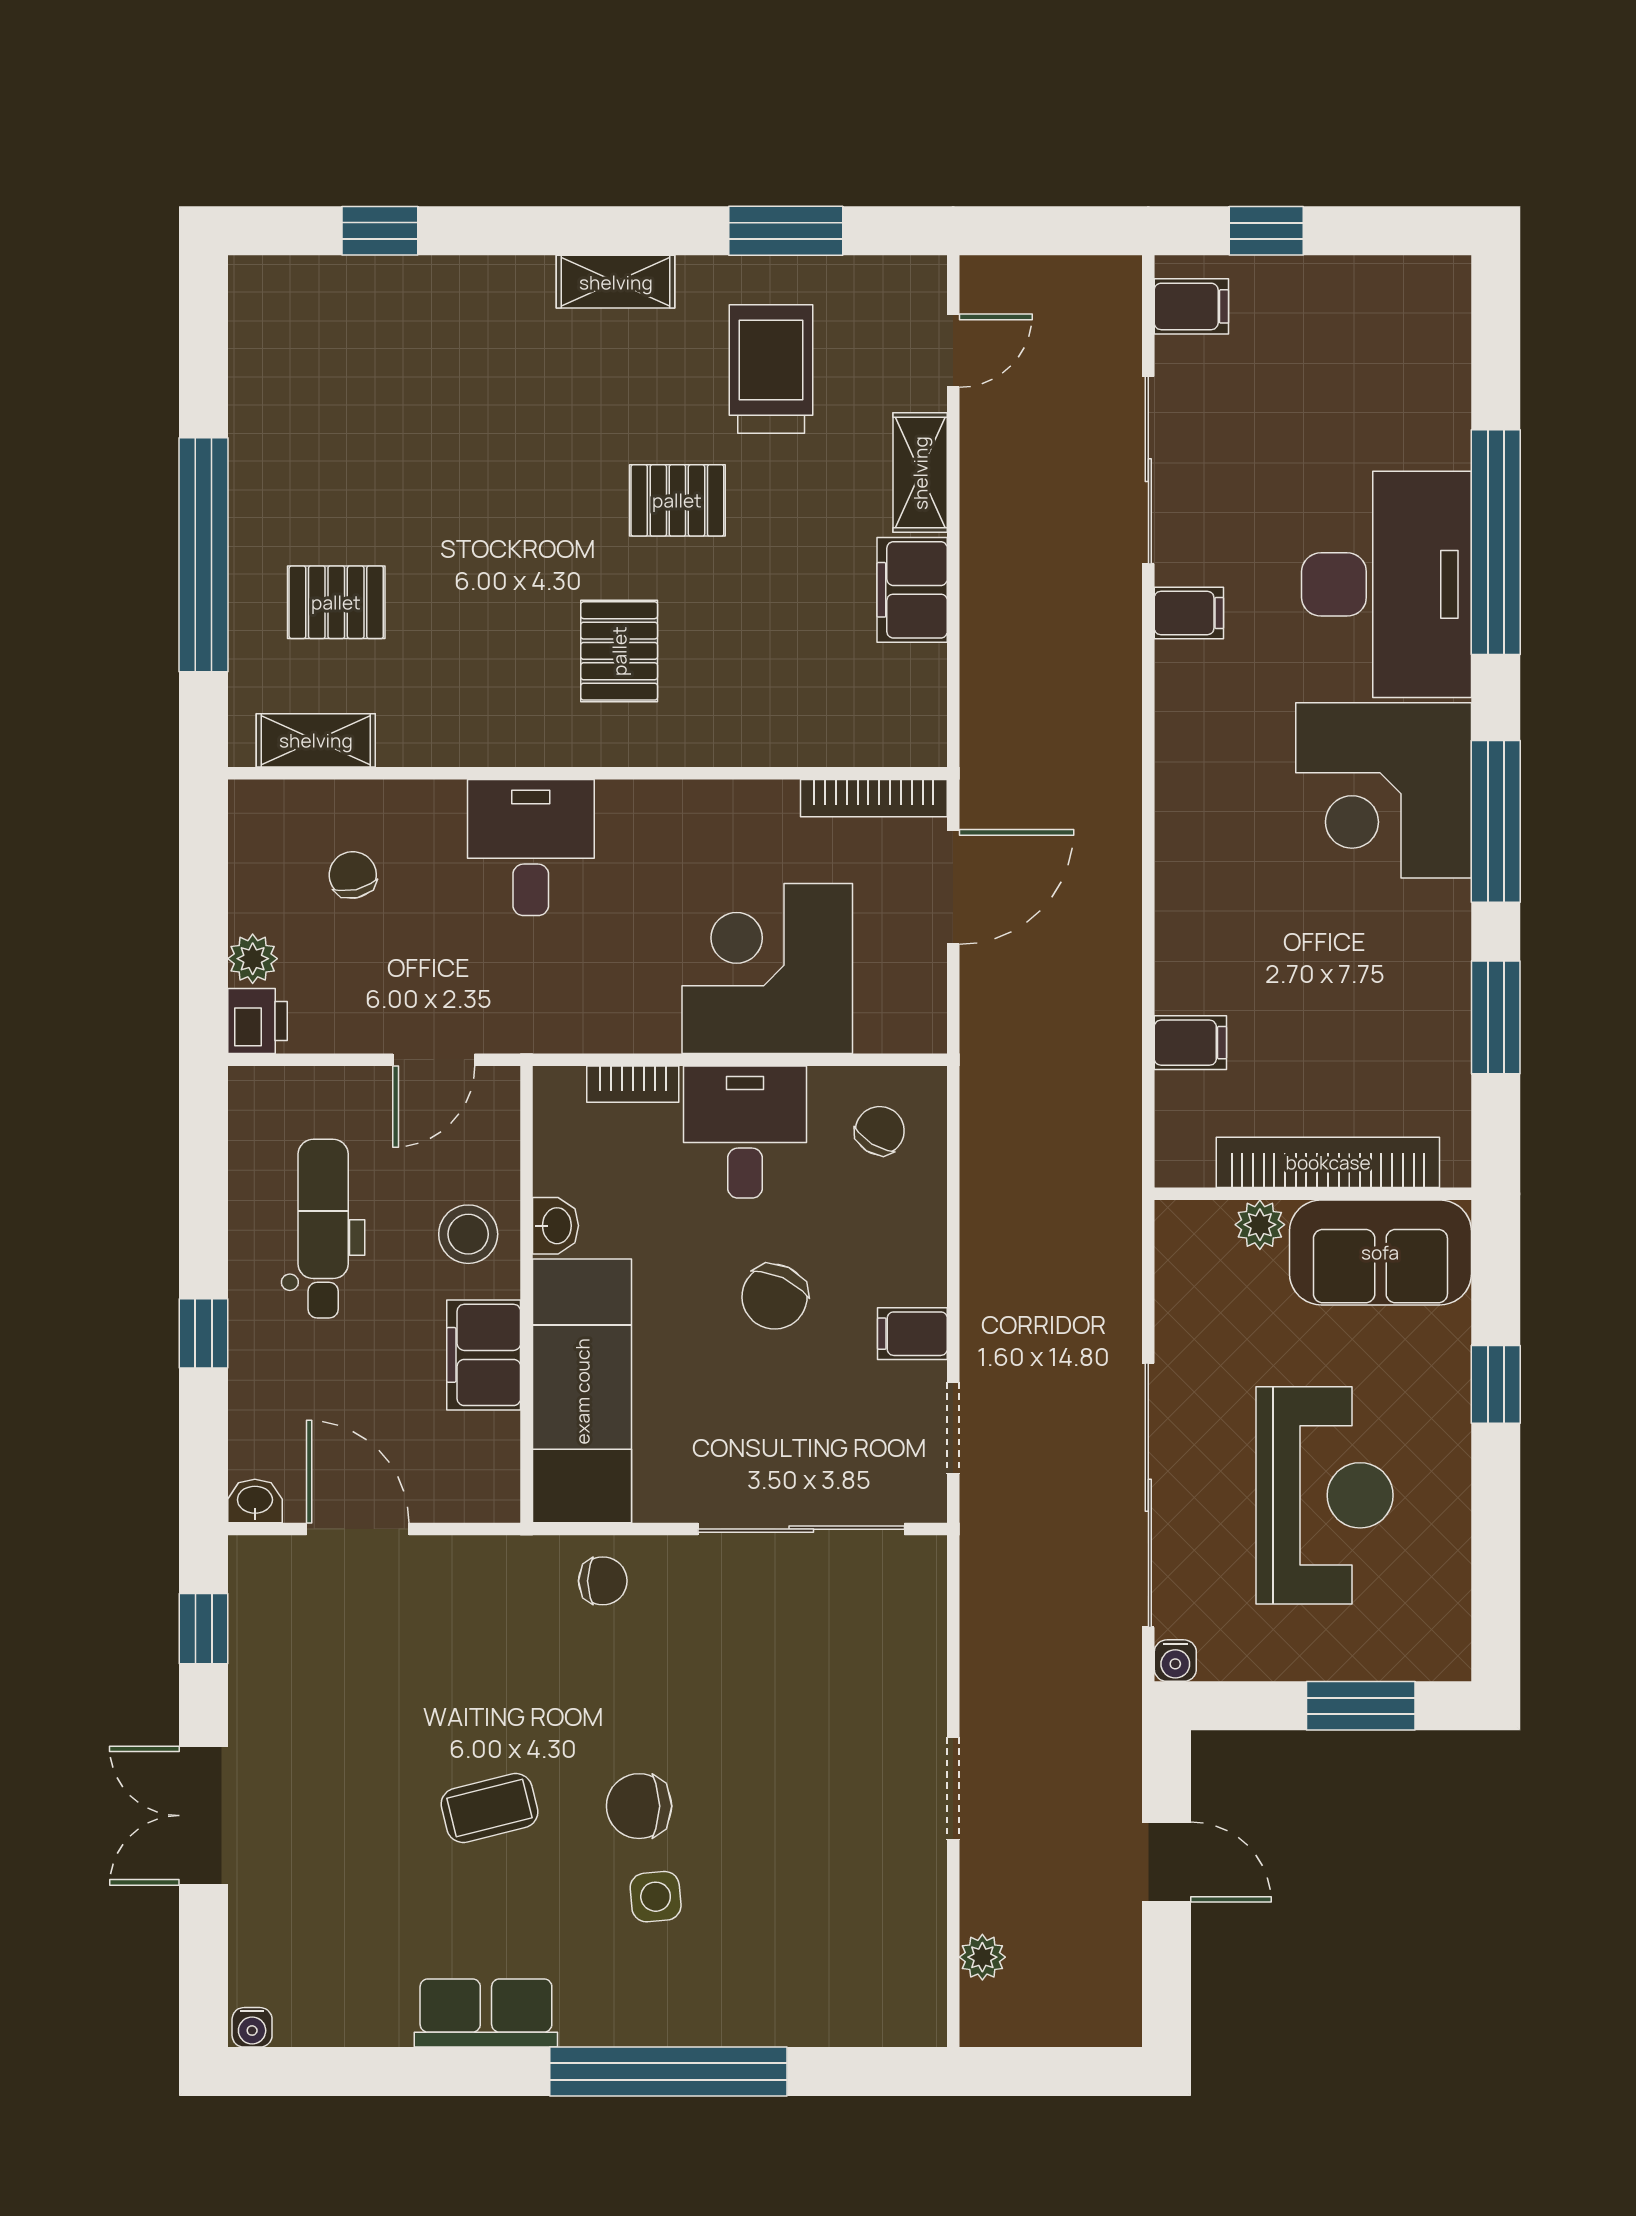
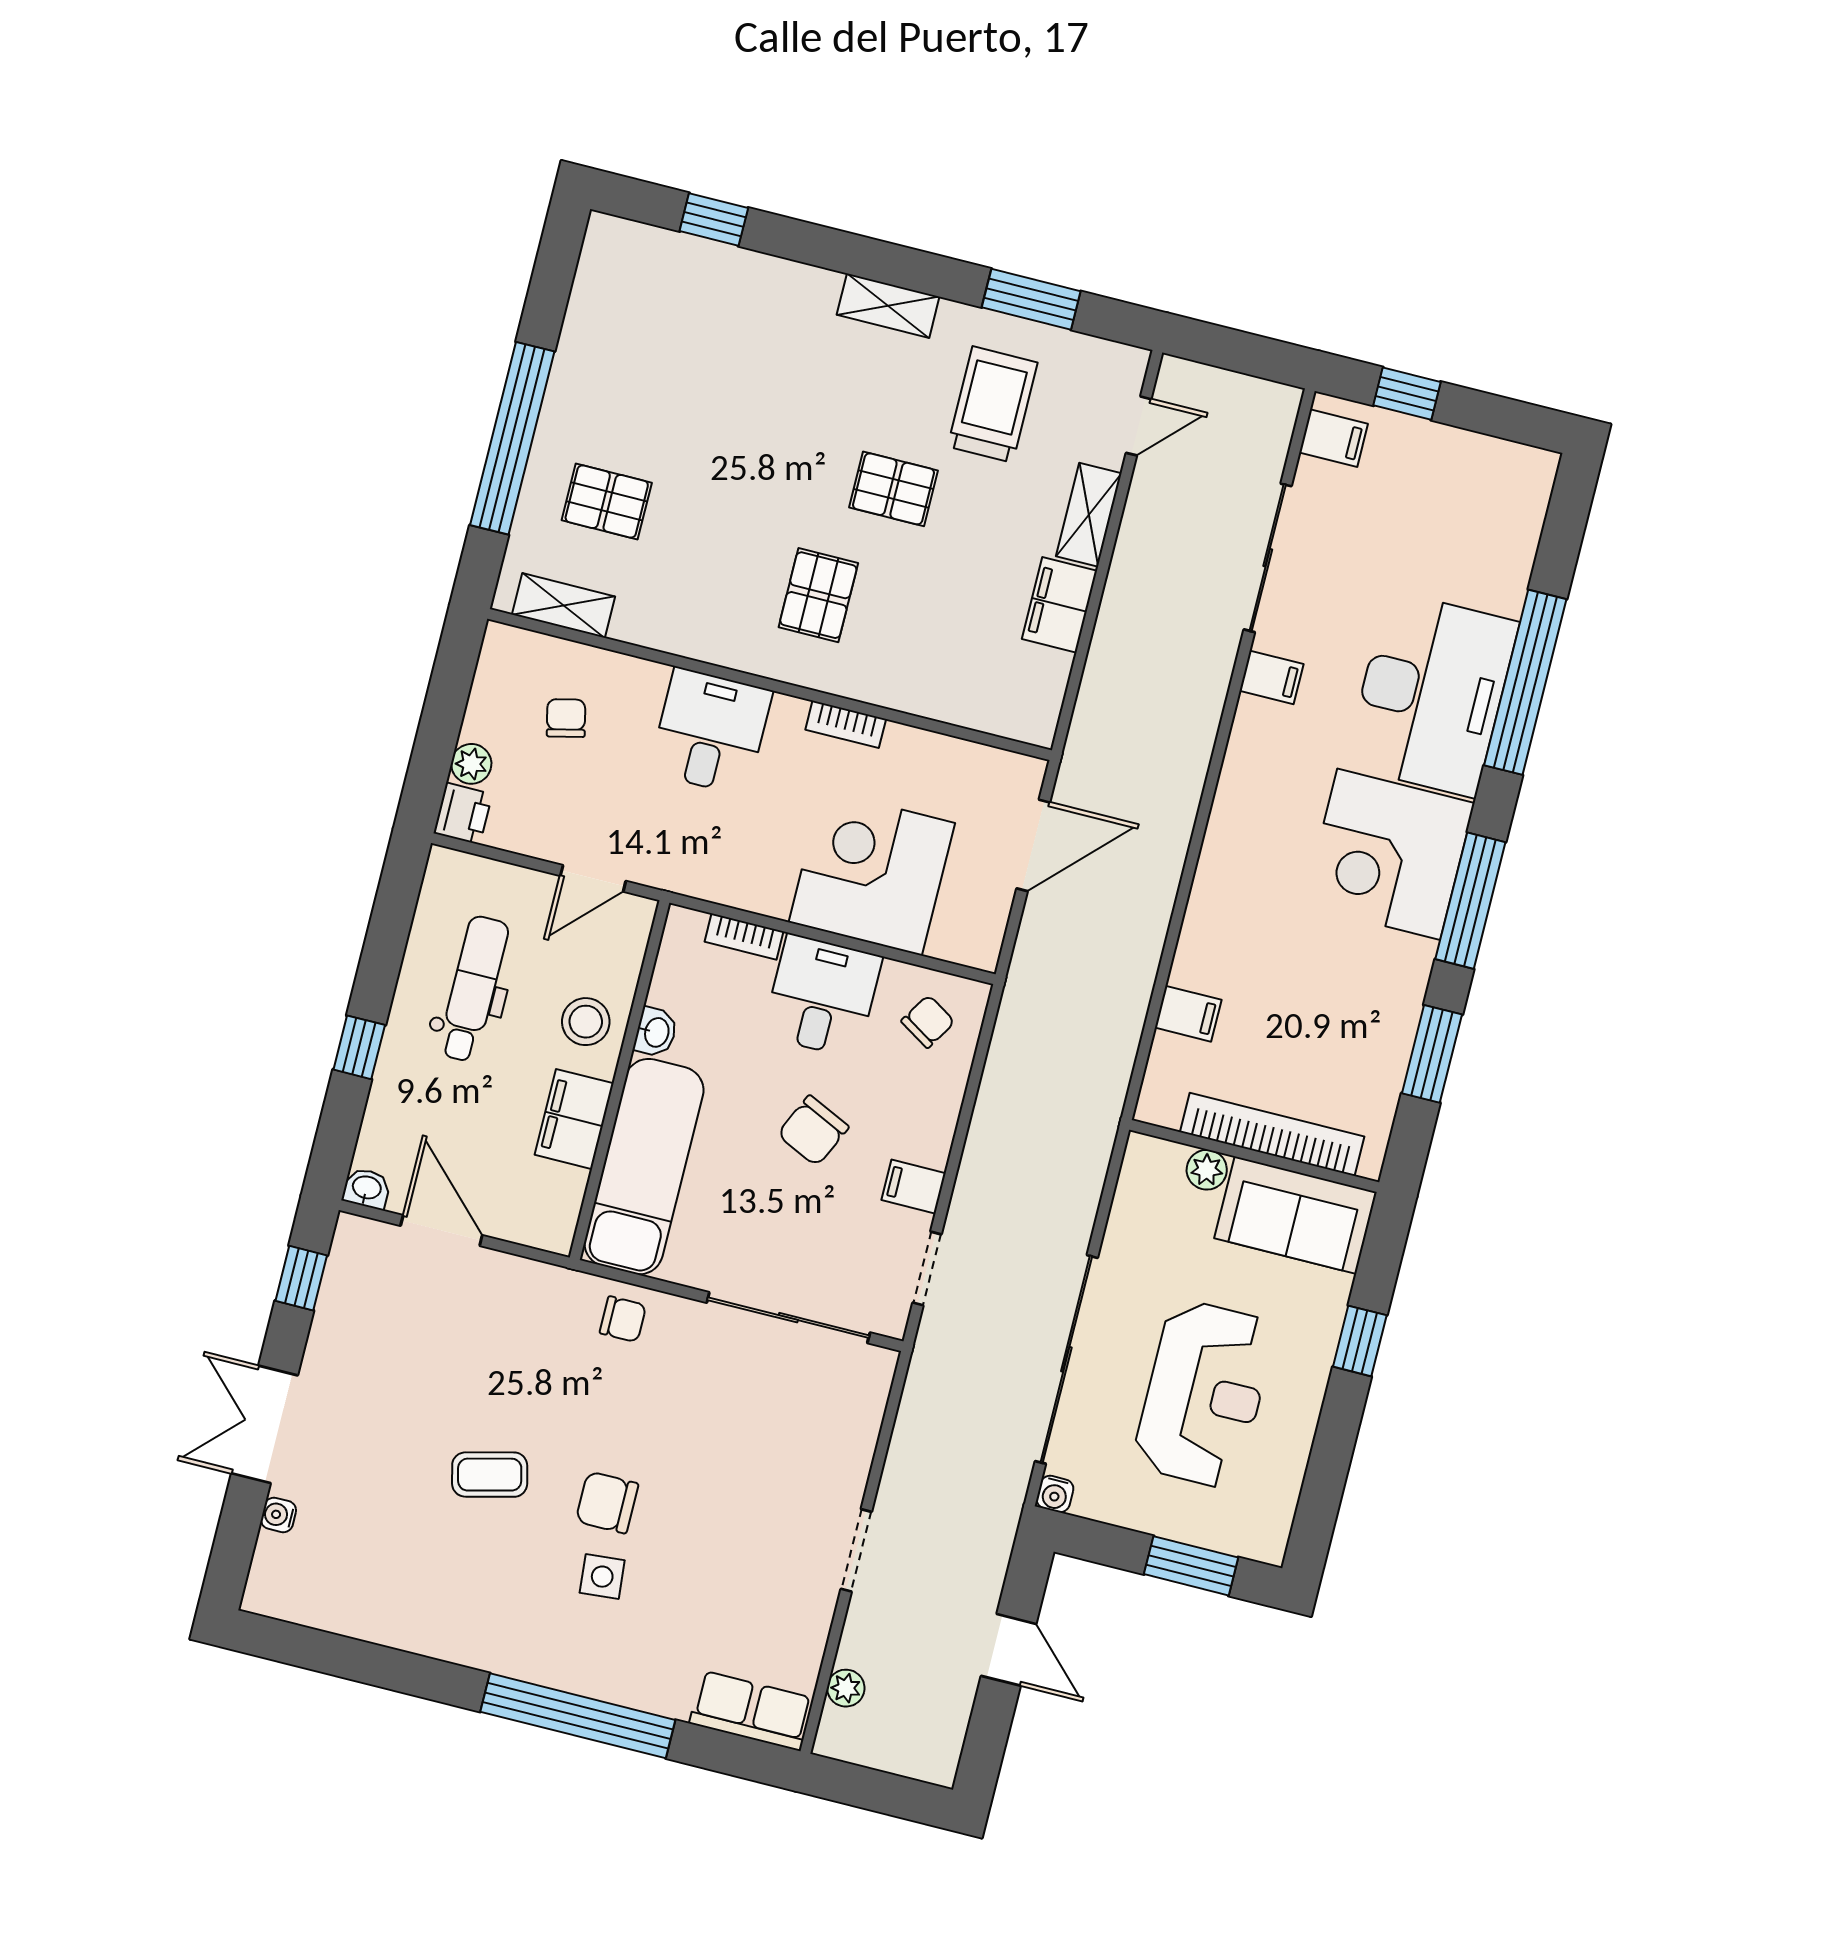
bookcase: (874, 798) -> (846, 724), moved, width x0.64
row of seats: (486, 2013) -> (751, 1711), moved
water cooler: (252, 2027) -> (279, 1515), moved, turned 90

